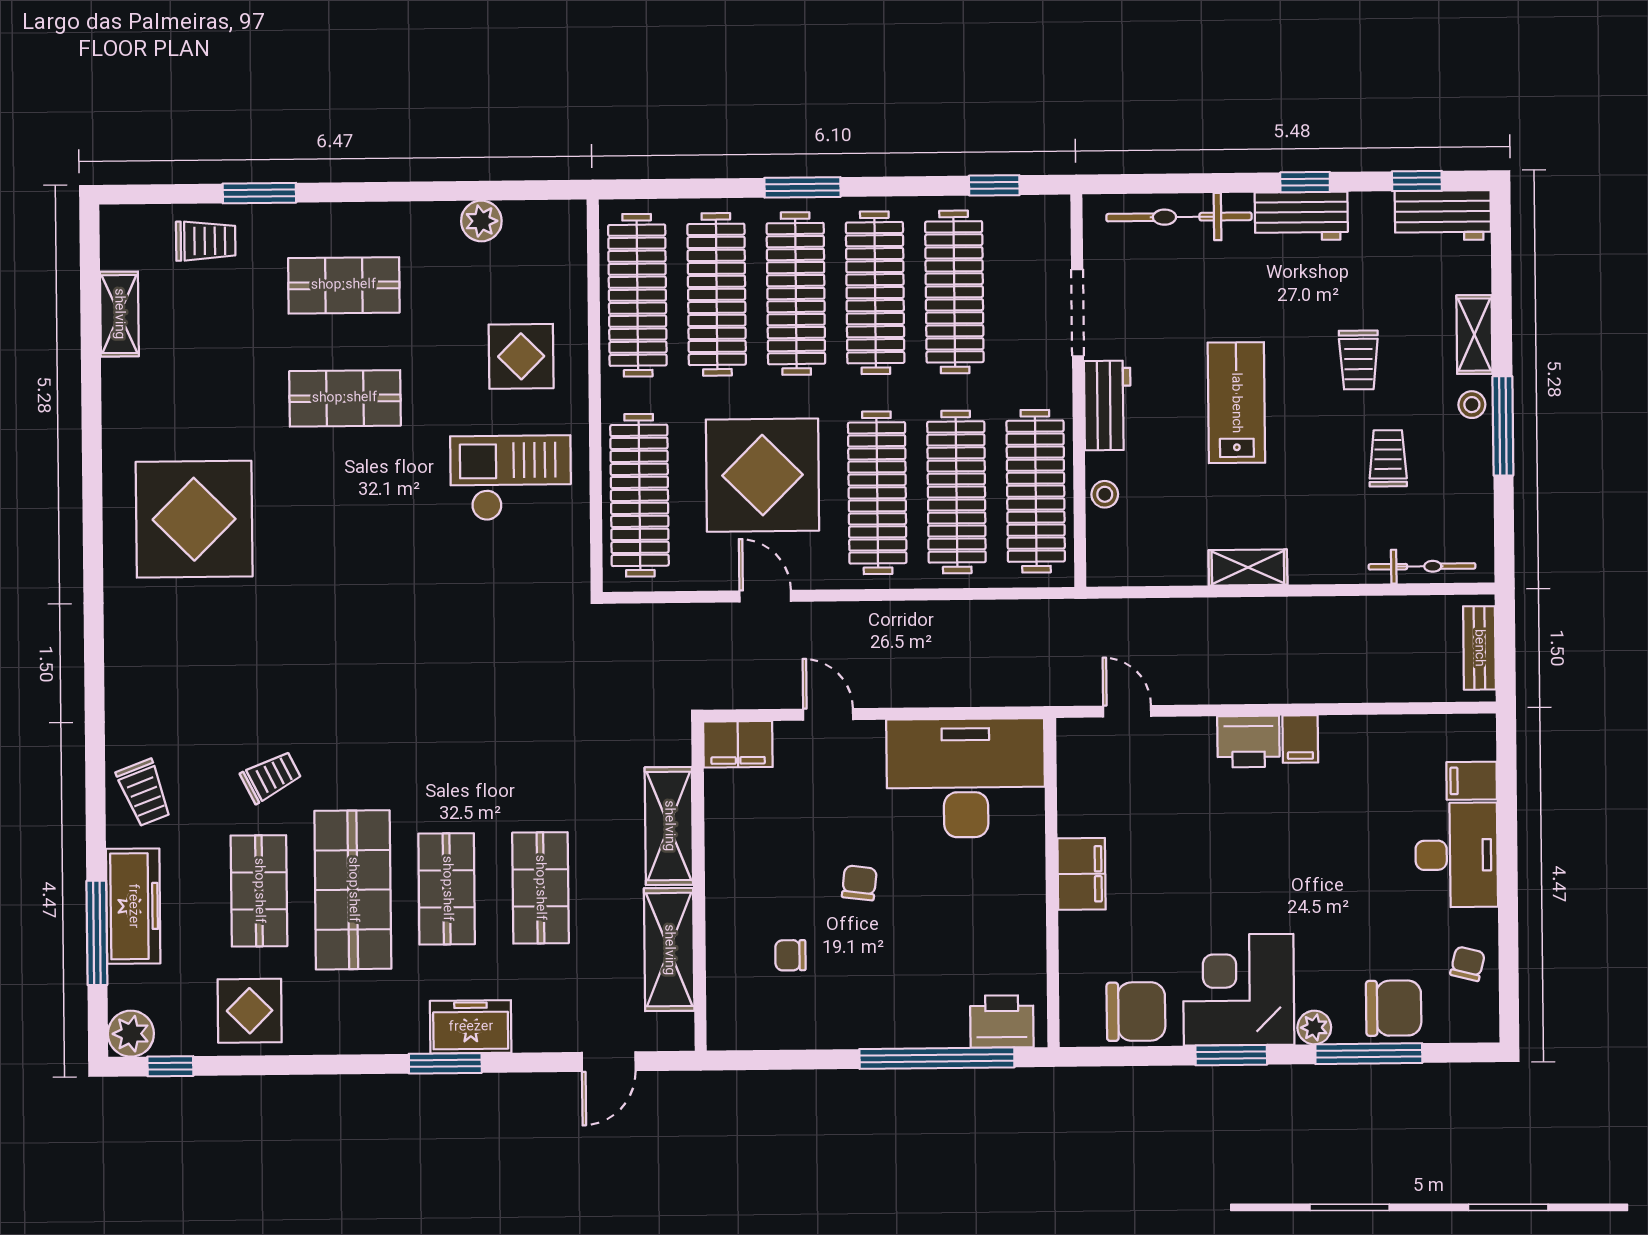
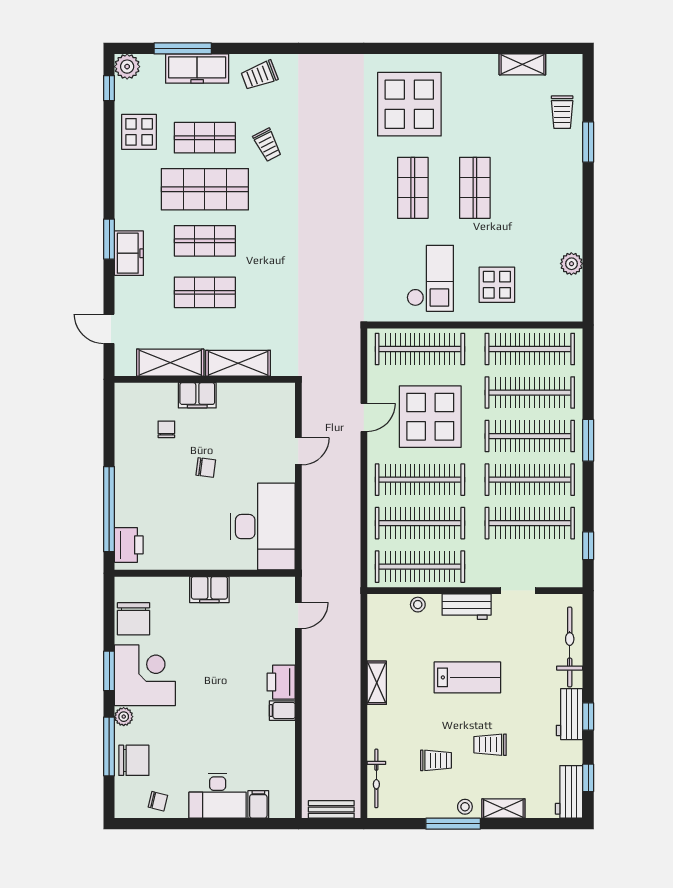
shop shelf: (344, 285) -> (413, 188), moved
doorway: (1078, 313) -> (518, 591), width x0.73
filing cabinet: (738, 744) -> (197, 395), moved, turned -90
chair: (1394, 1008) -> (134, 760), turned -90

